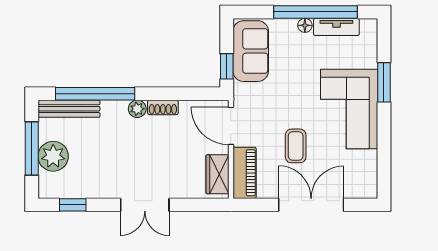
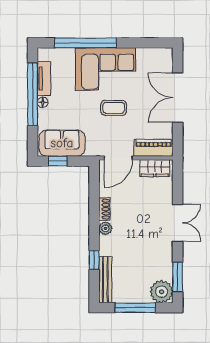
window: (227, 66) -> (58, 161), moved
window: (384, 82) -> (85, 43), width x2.11
window: (95, 94) -> (94, 260), width x0.32
coffee table: (296, 146) -> (114, 108), moved
plant: (53, 156) -> (162, 292), moved
window: (73, 205) -> (178, 277), width x1.50

